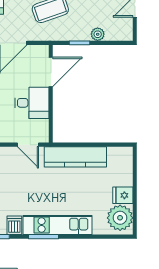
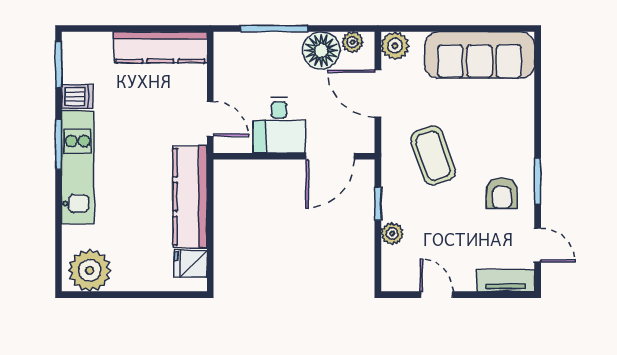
door: (51, 72) -> (330, 156), hinge flipped
door: (28, 145) -> (210, 119), swing flipped
fridge: (123, 195) -> (191, 264), moved, turned -90

